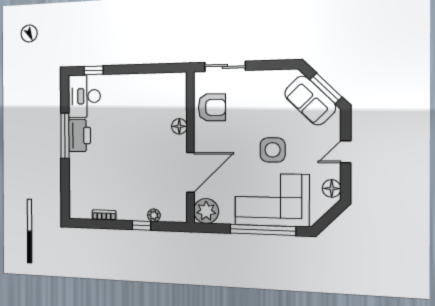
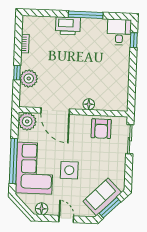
desk: (84, 96) -> (119, 32), width x0.73
printer: (79, 136) -> (68, 26), moved
plant: (154, 215) -> (29, 78), width x1.88, depth x1.88

